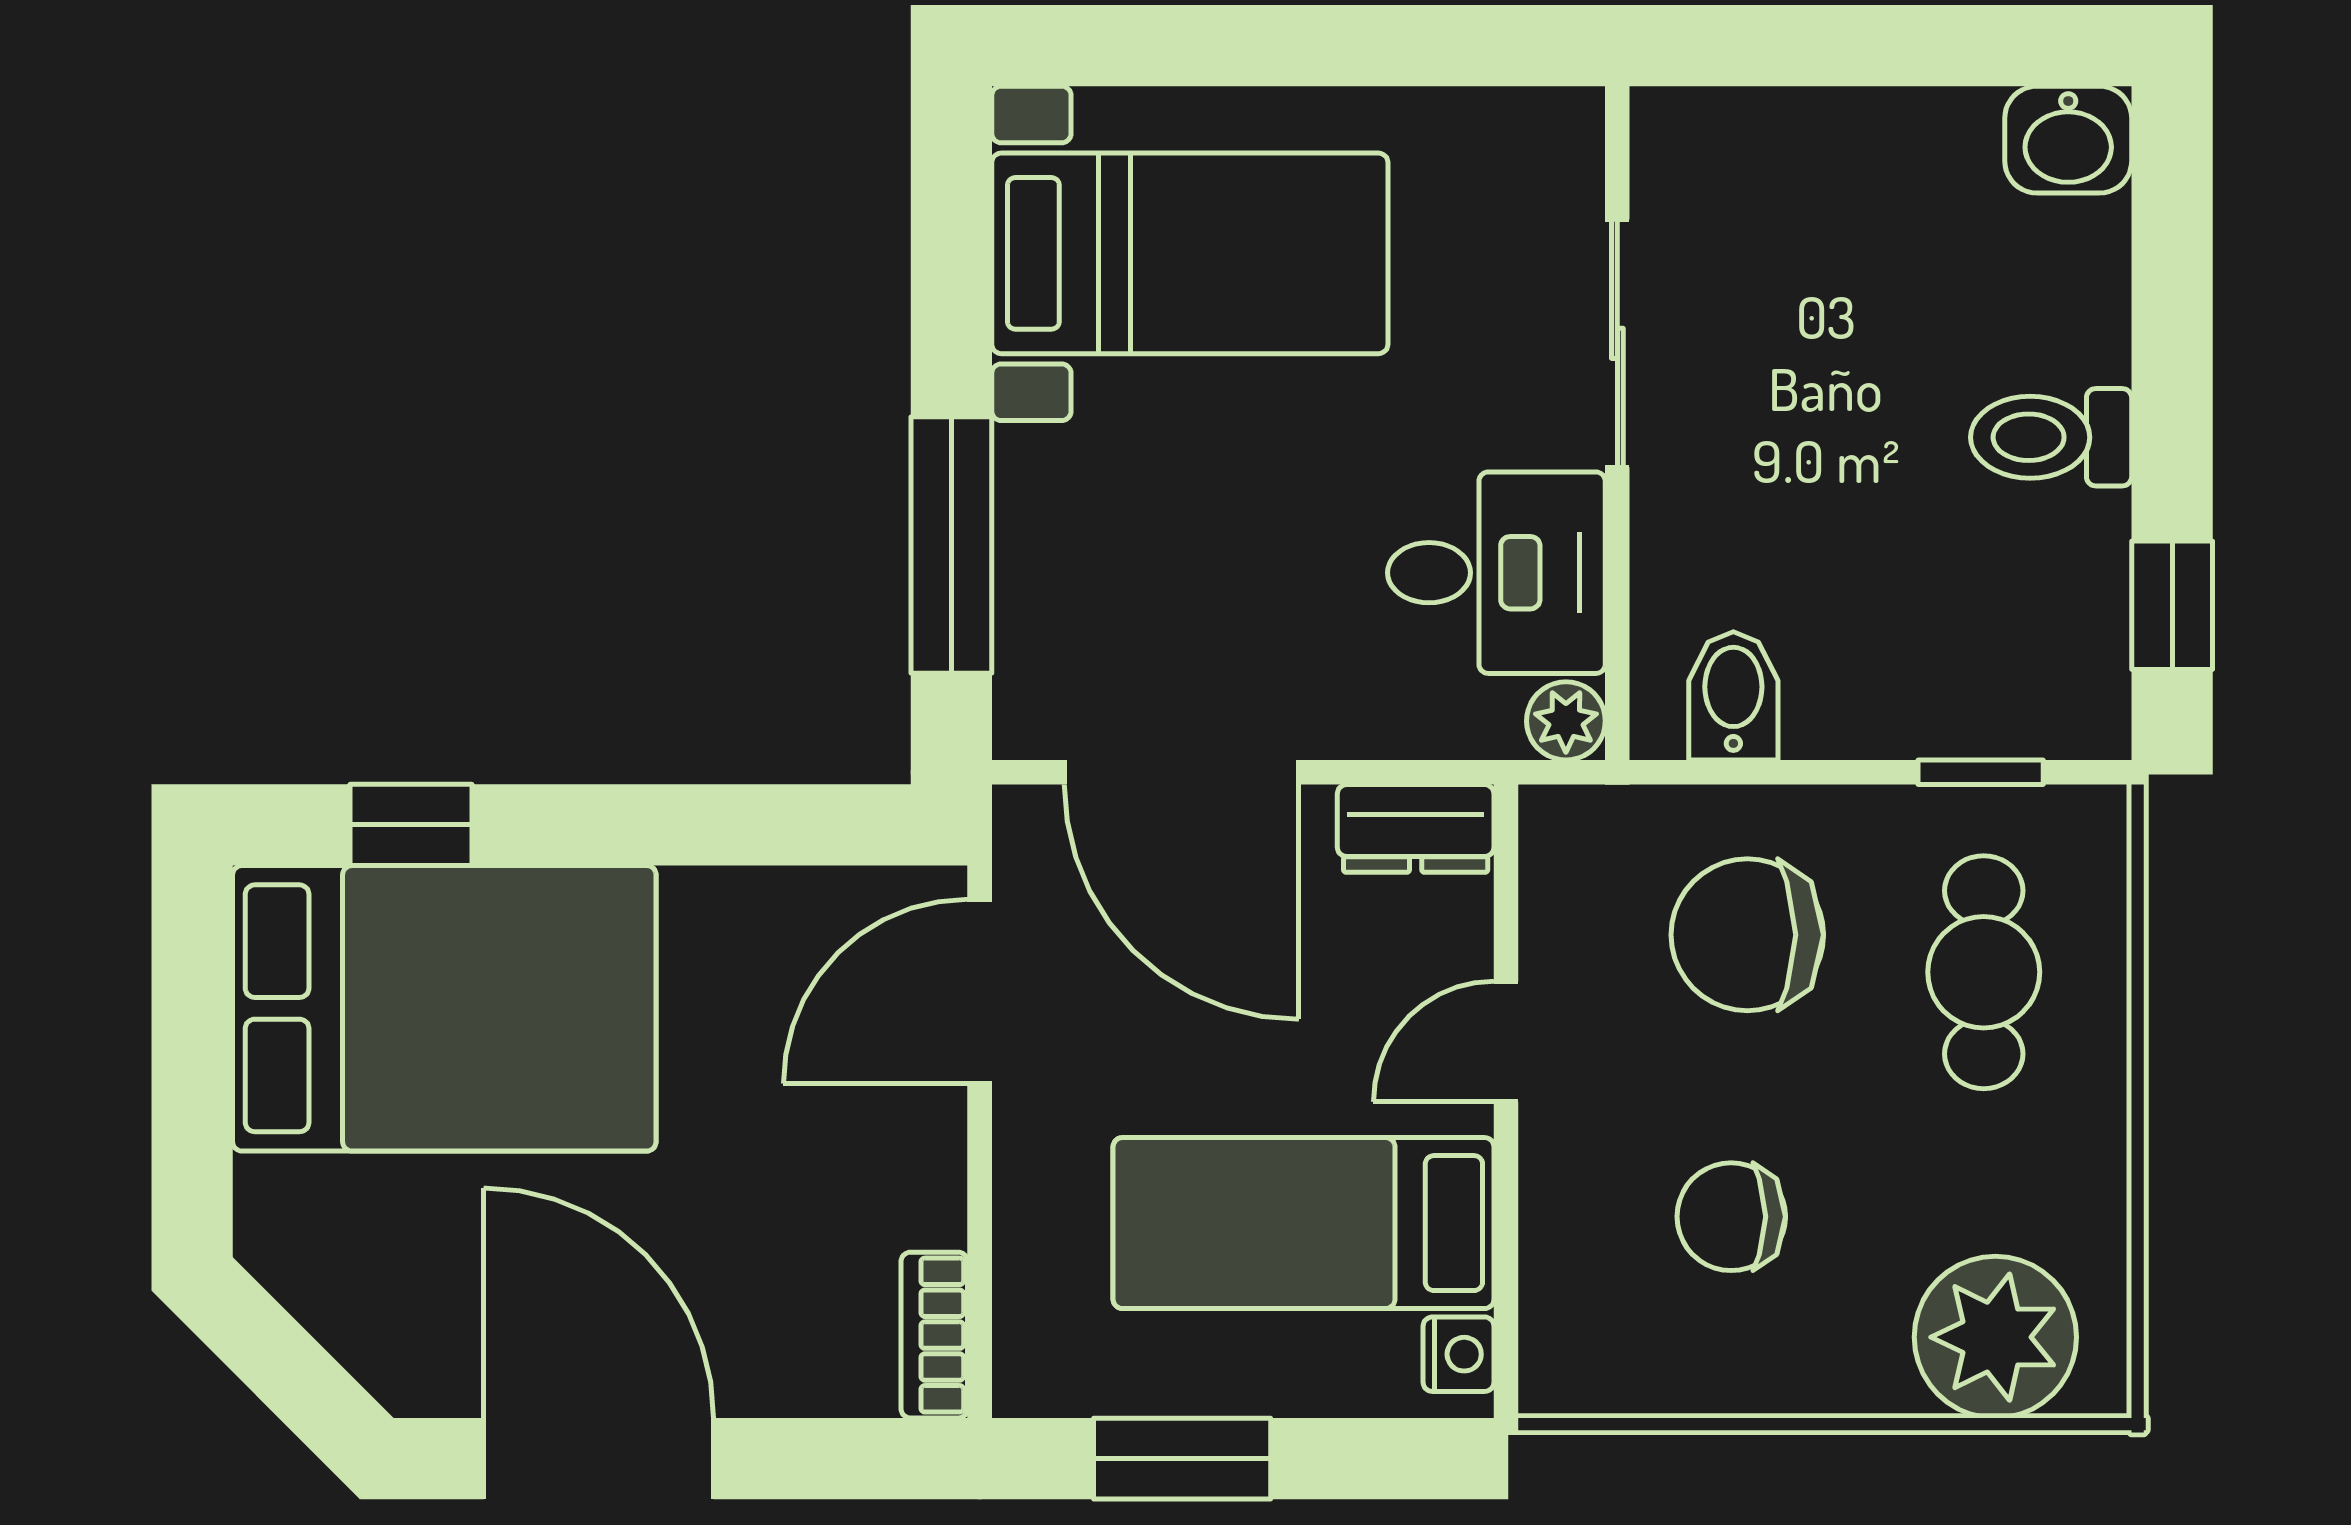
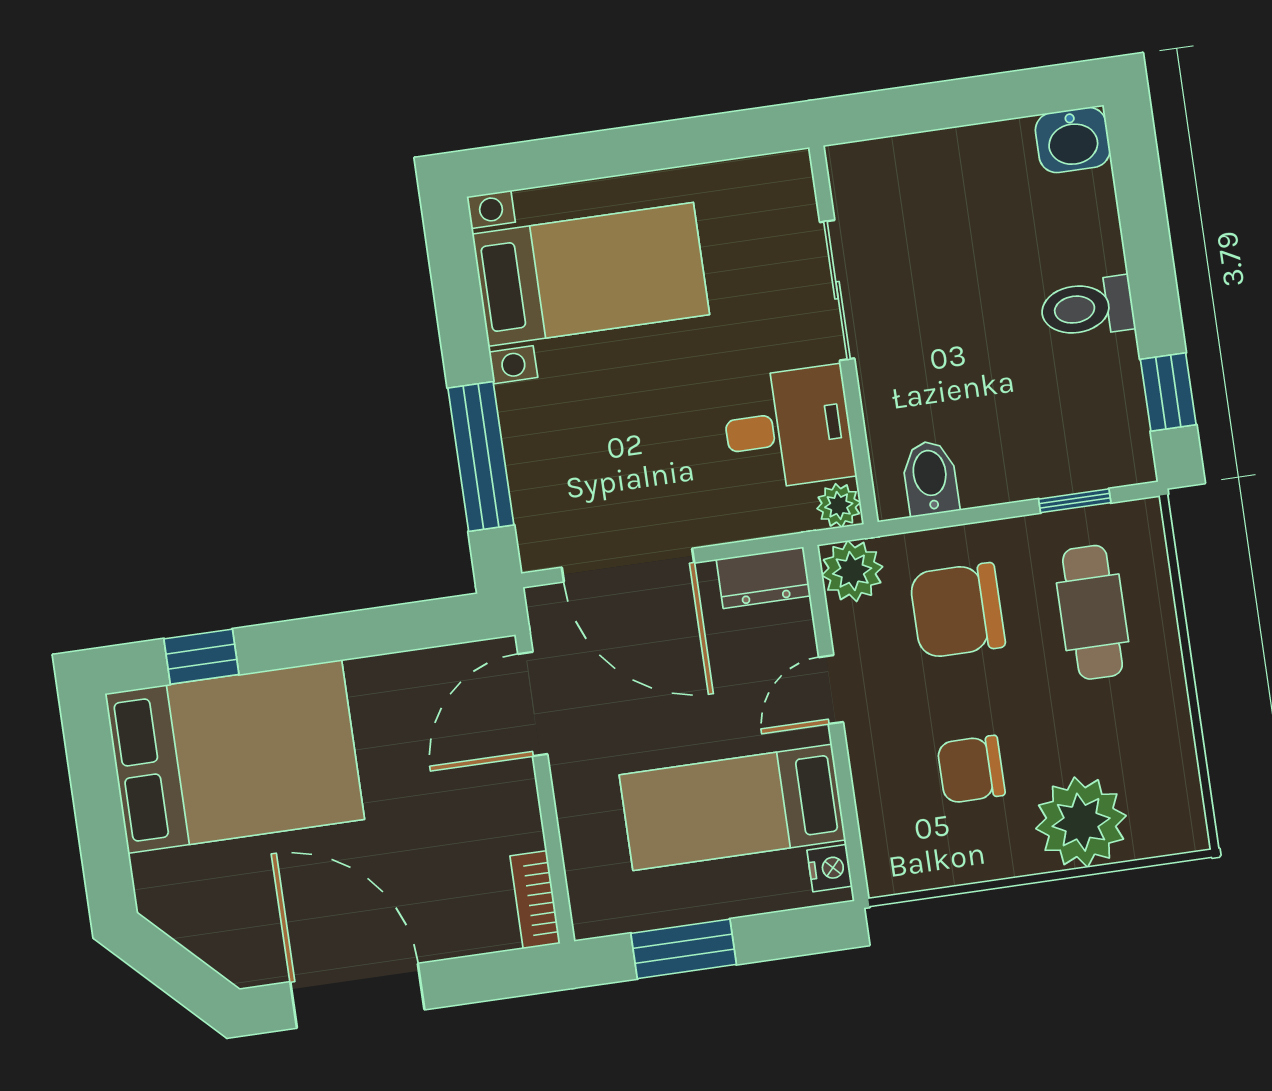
plant: (1573, 839) -> (852, 571), added
plant: (1995, 1337) -> (1081, 822), moved

